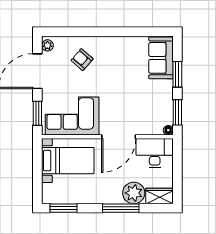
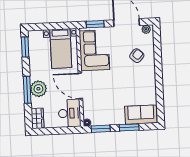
plant: (134, 193) -> (38, 89), moved

